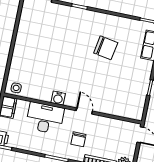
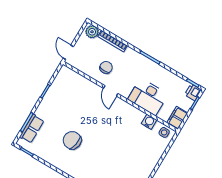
water cooler: (58, 98) -> (149, 122), moved
chair: (78, 139) -> (106, 67), moved

